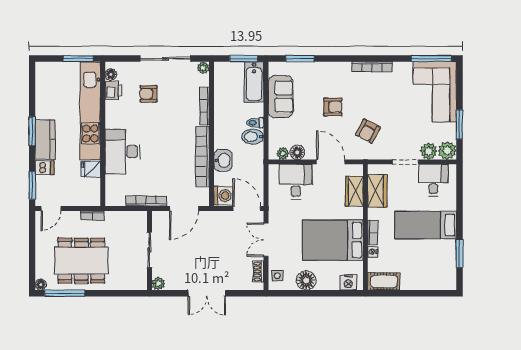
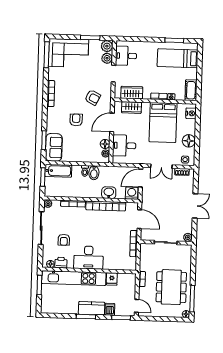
sofa: (281, 97) -> (54, 147), moved, turned 90
desk: (123, 152) -> (89, 258), moved
bed: (426, 225) -> (178, 58), moved, turned 90

